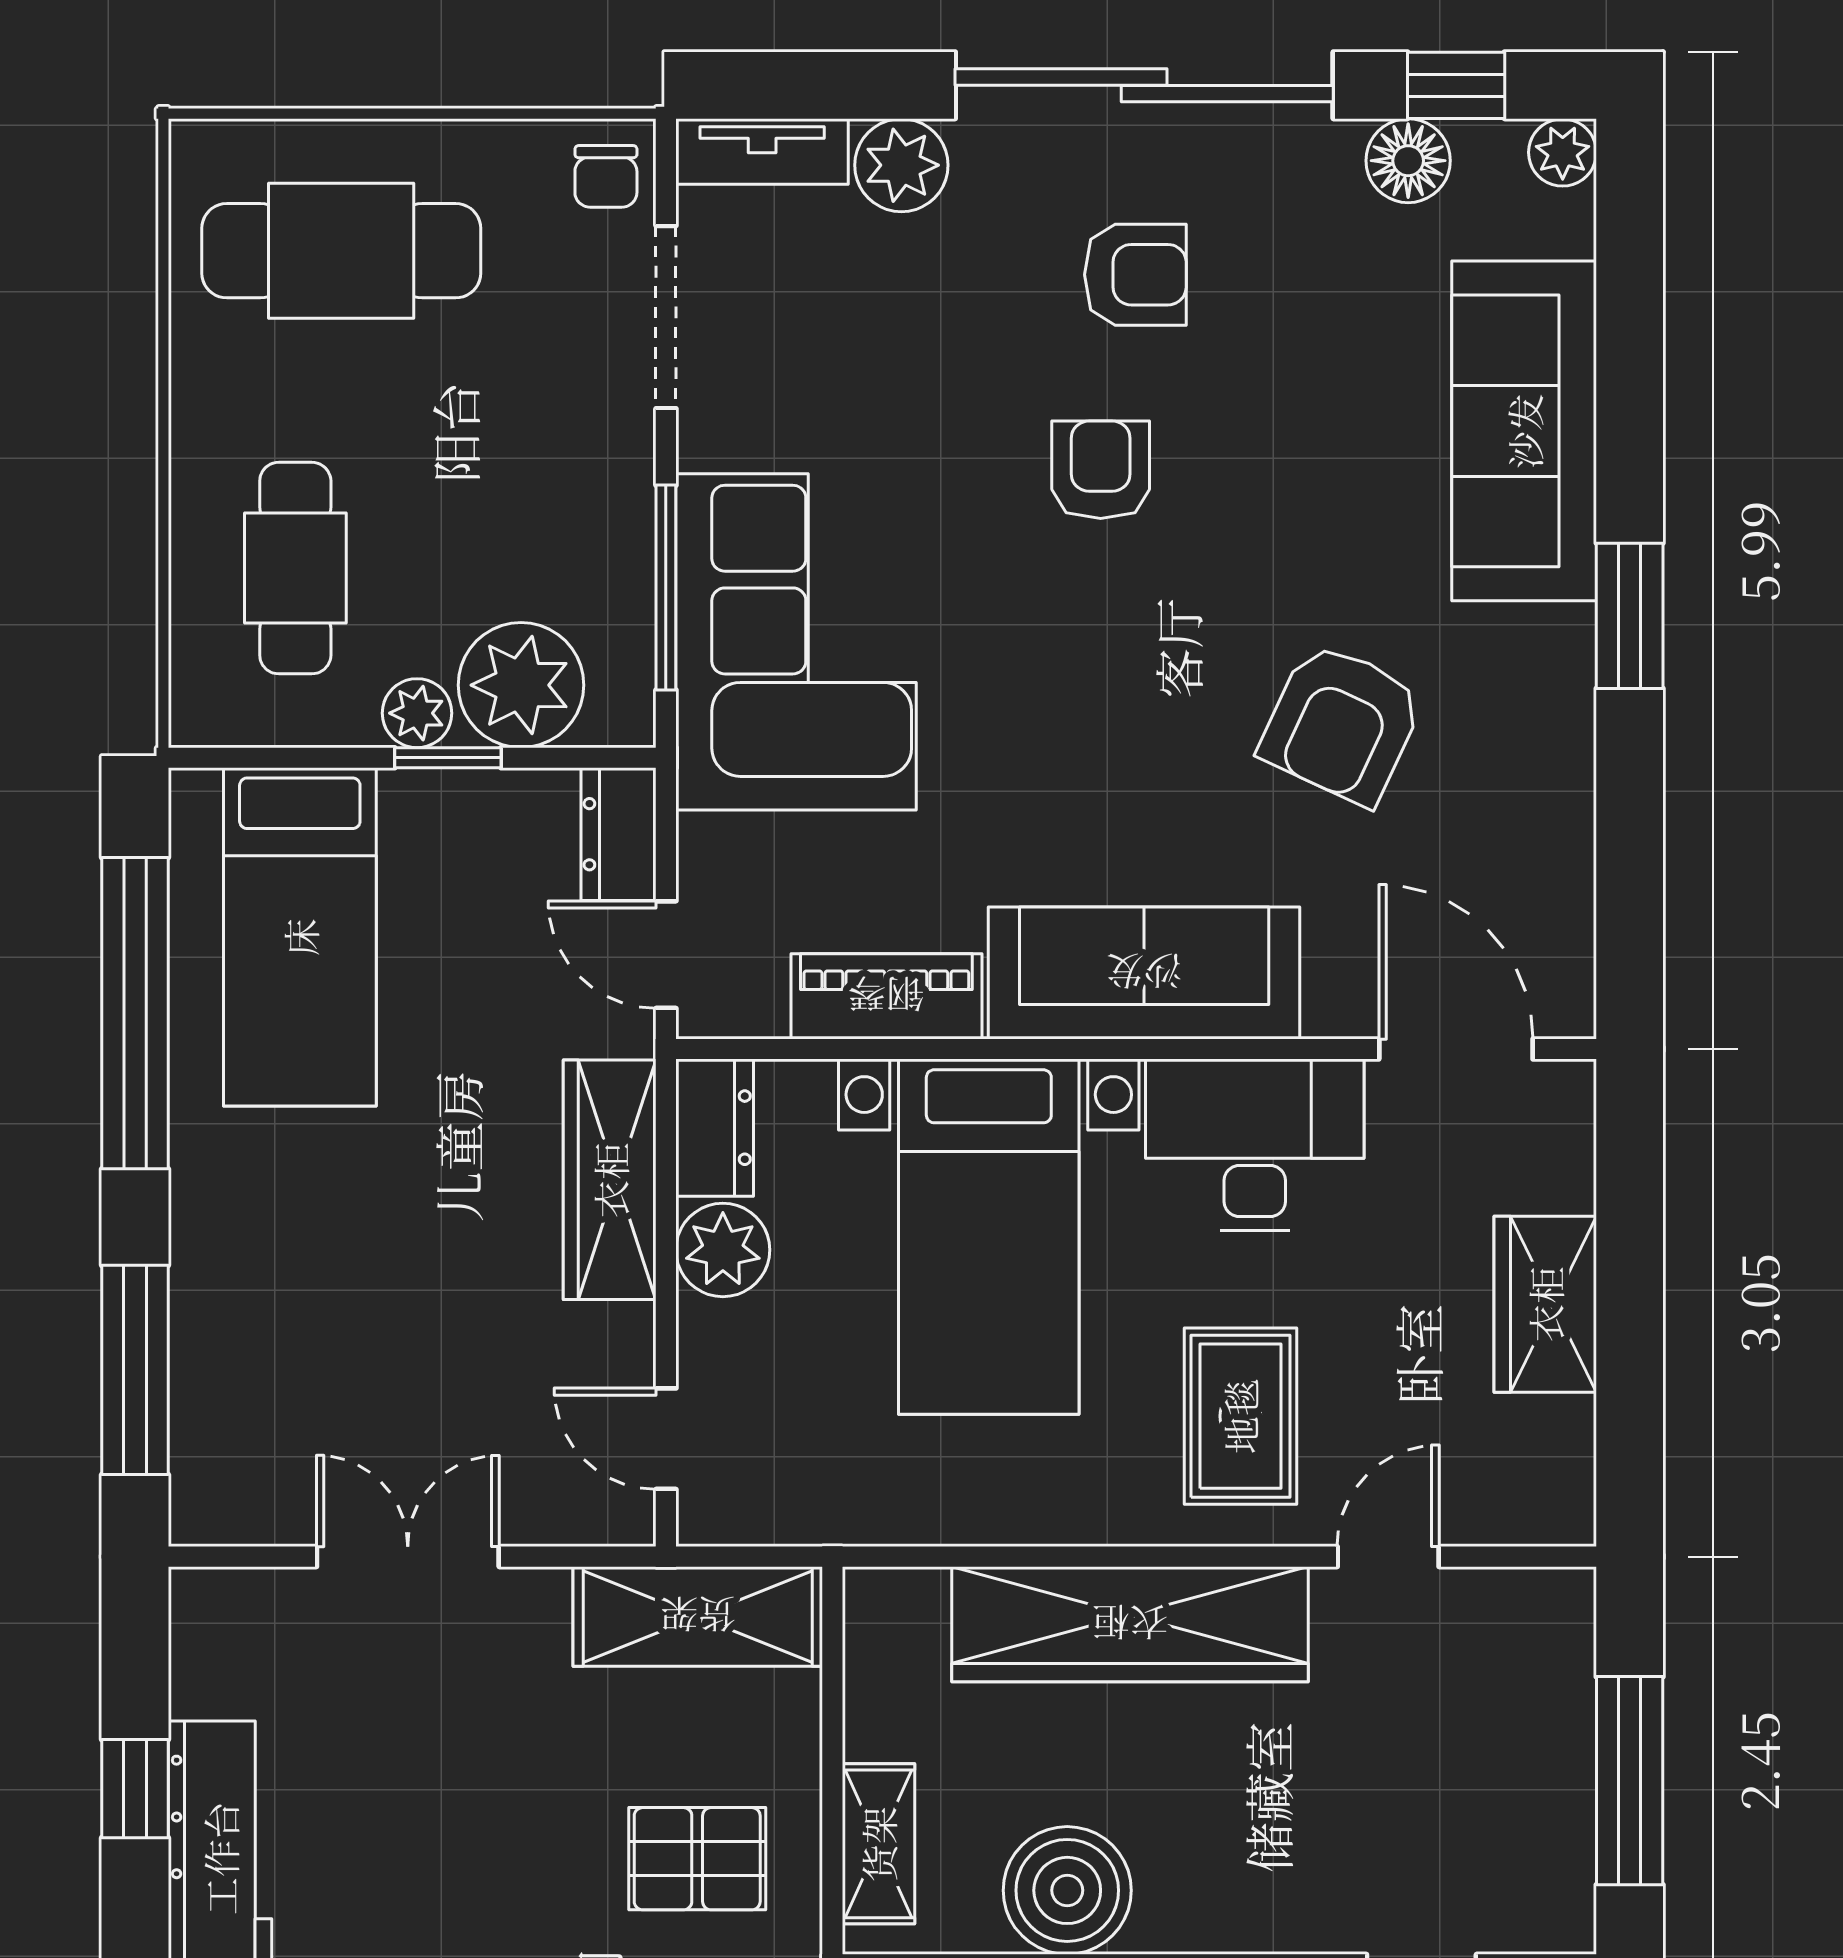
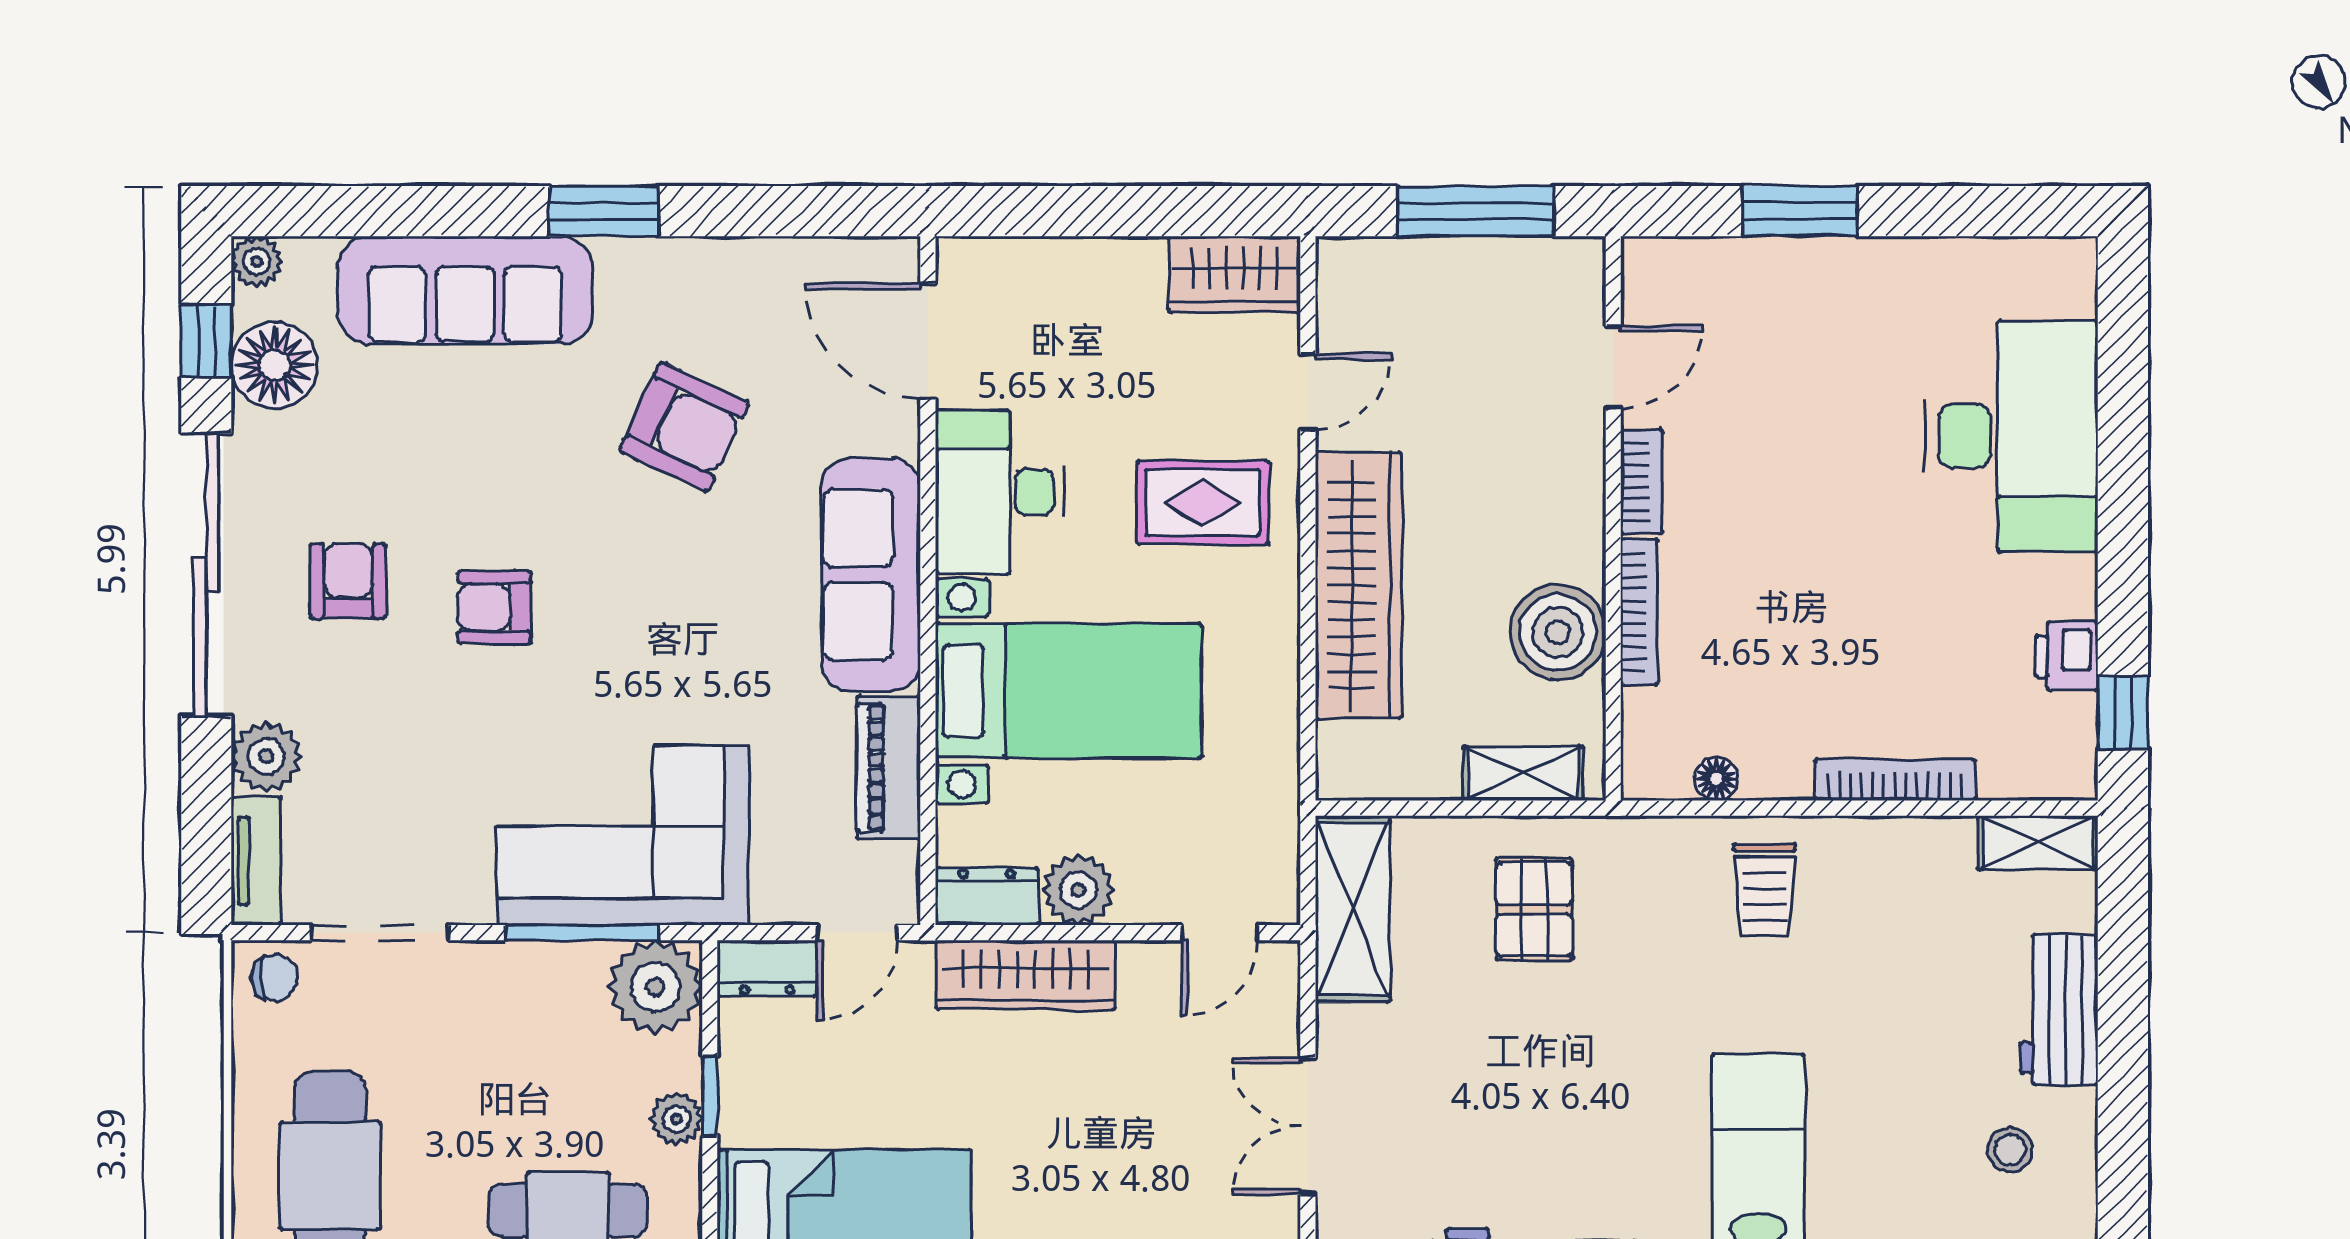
floor lamp: (1408, 161) -> (275, 365), width x1.38, depth x1.38
plant: (521, 685) -> (655, 987), moved
door: (1456, 1049) -> (928, 341), hinge flipped
wardrobe: (1545, 1304) -> (1234, 274), moved
door: (1388, 1557) -> (1308, 392), swing flipped

